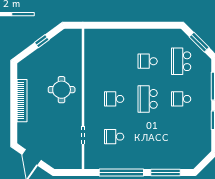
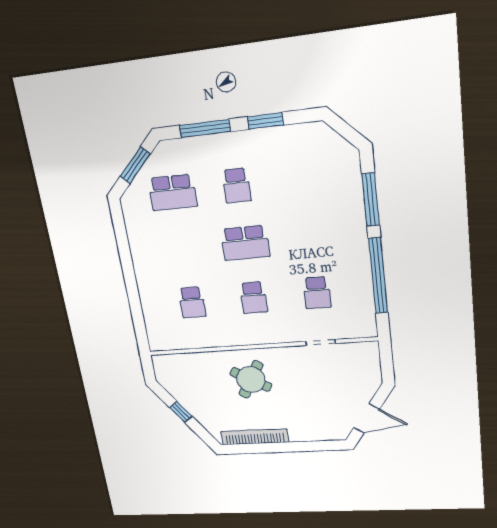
school desk: (148, 61) -> (192, 302), moved
round table: (62, 90) -> (251, 379), turned 30
bookcase: (22, 101) -> (255, 437), moved

